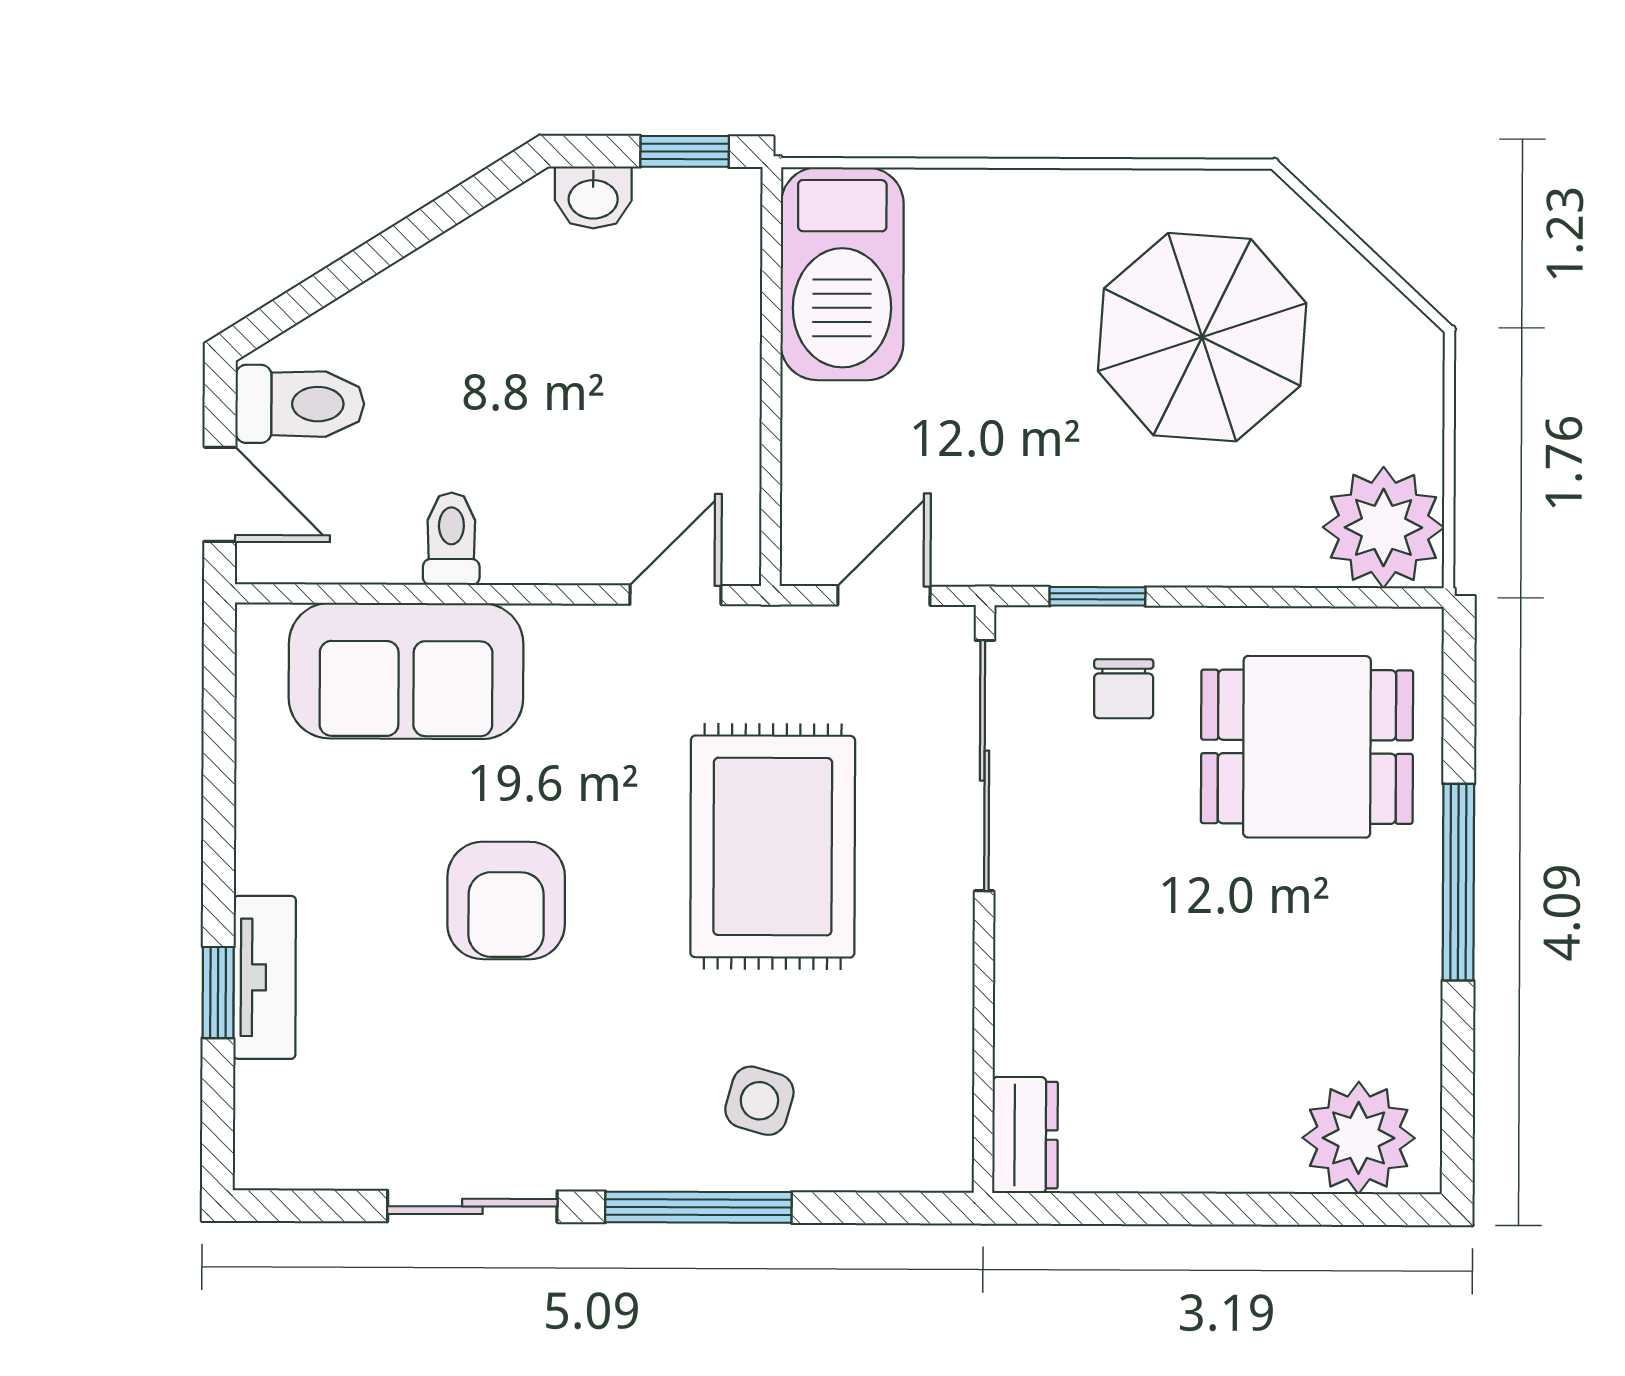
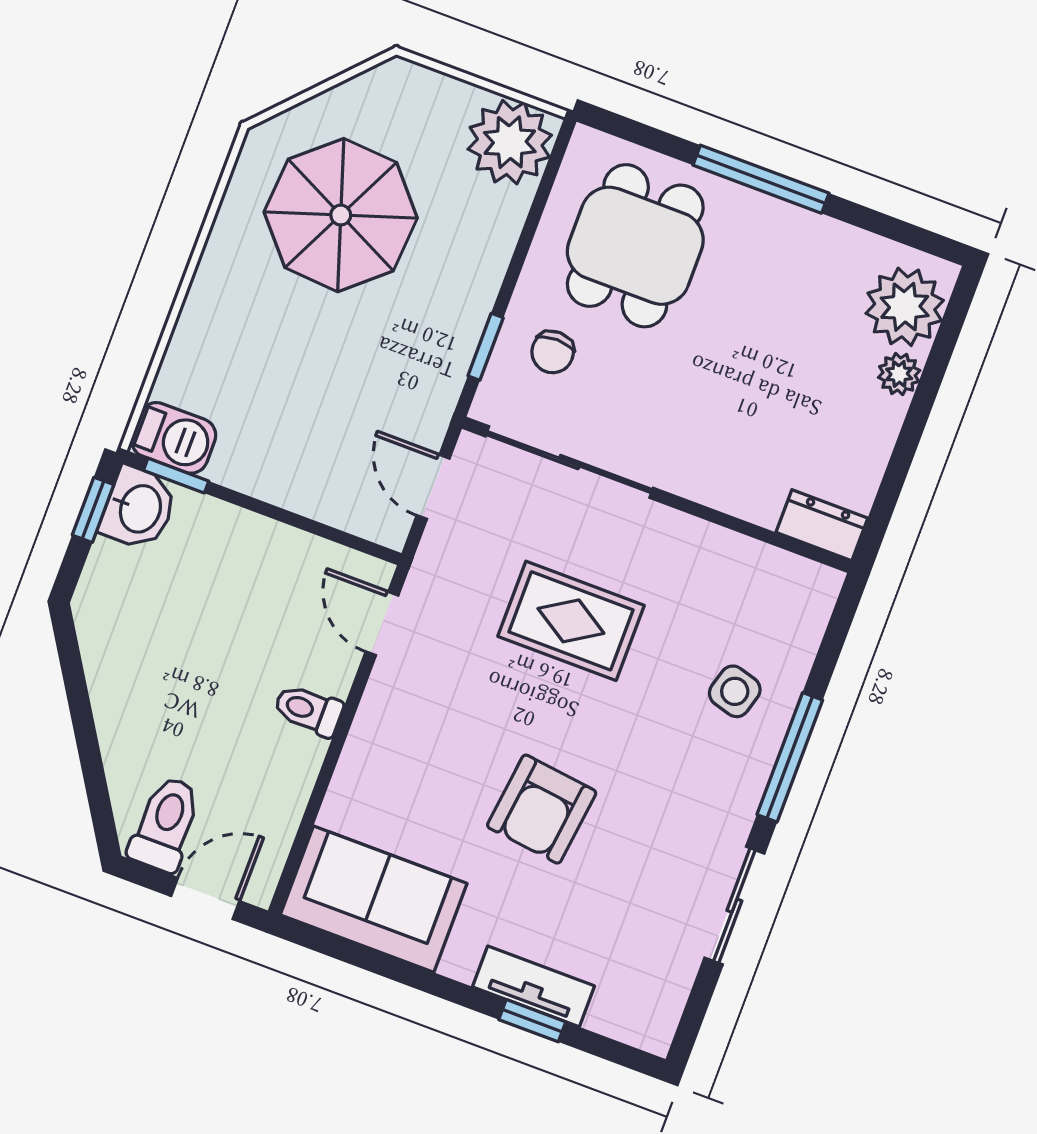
washbasin: (593, 197) -> (139, 508), moved, width x1.38, depth x1.45
window: (772, 246) -> (176, 476), added
barbecue: (842, 274) -> (174, 438), width x0.53, depth x0.65
toilet: (451, 539) -> (308, 710), moved
sofa: (406, 671) -> (374, 899), moved, turned -90
chair: (1124, 689) -> (553, 352), turned 90
rug: (773, 847) -> (571, 621), width x0.73, depth x0.70
armchair: (506, 900) -> (542, 809), turned 97
plant: (1266, 1164) -> (899, 374), added

